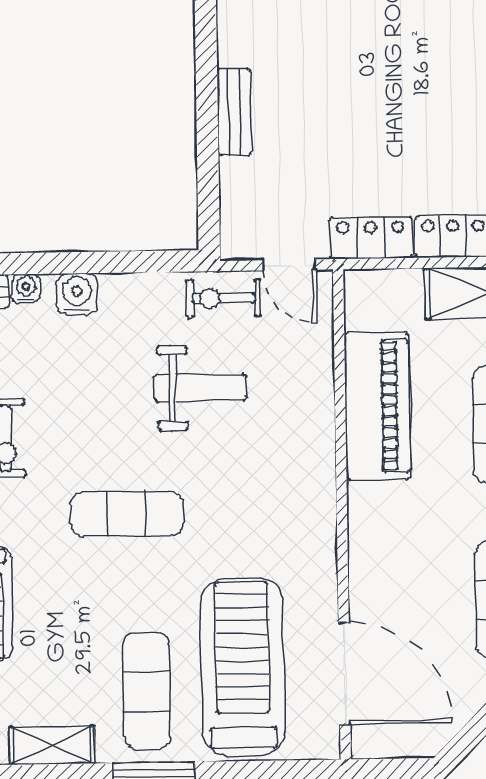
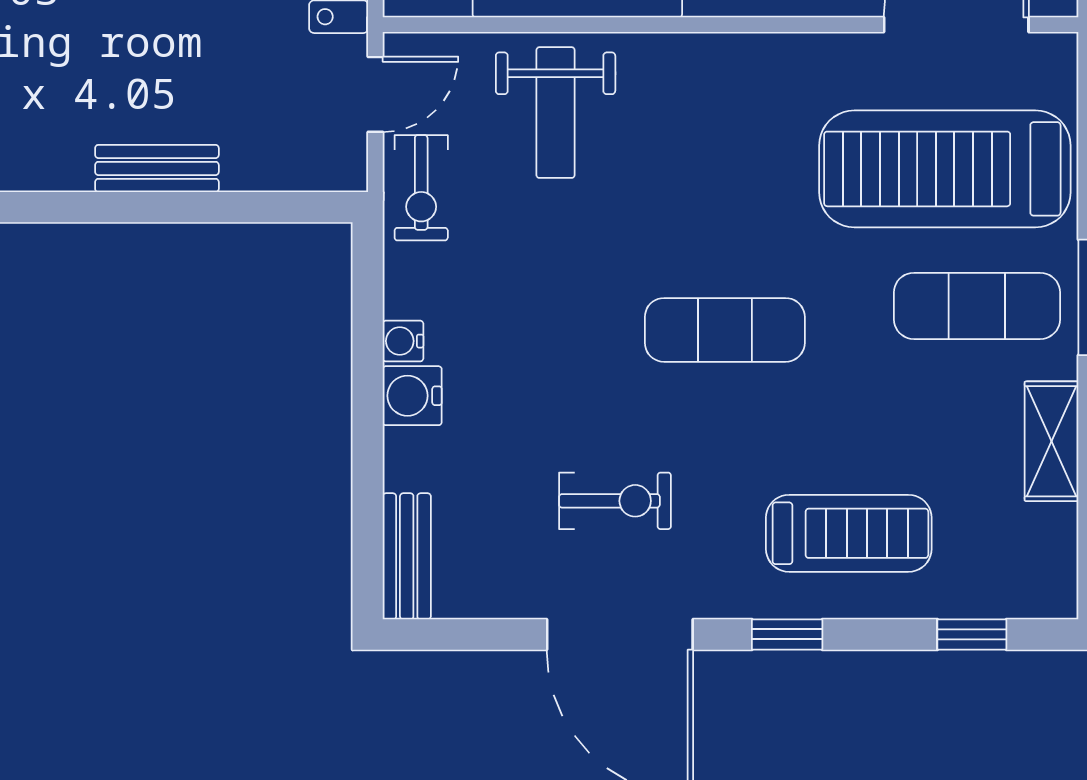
water cooler: (26, 288) -> (403, 341), moved
weight bench: (200, 388) -> (556, 113), moved, turned 180
exercise mat: (127, 514) -> (725, 330), turned 90

